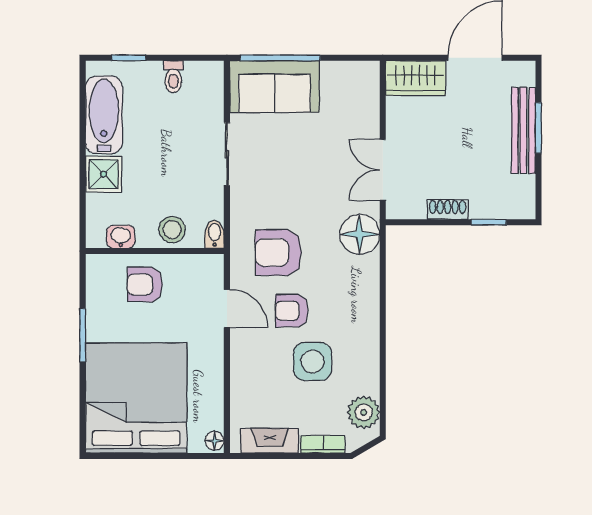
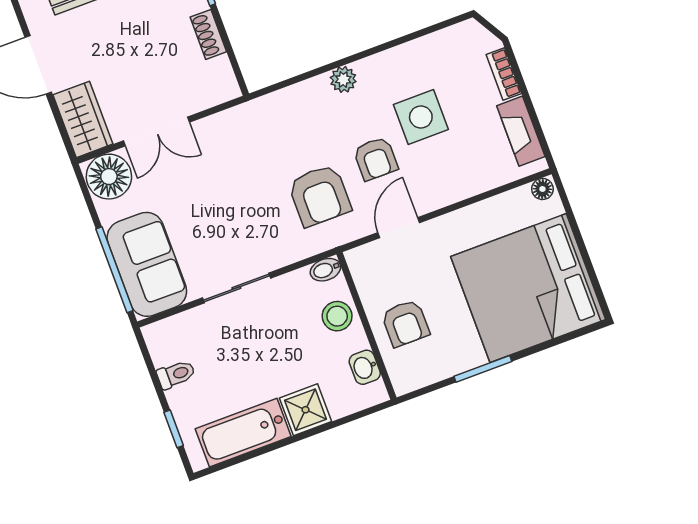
double door: (383, 170) -> (156, 131), moved
floor lamp: (360, 234) -> (109, 177), moved
plant: (364, 412) -> (343, 79), moved, width x0.73, depth x0.73

